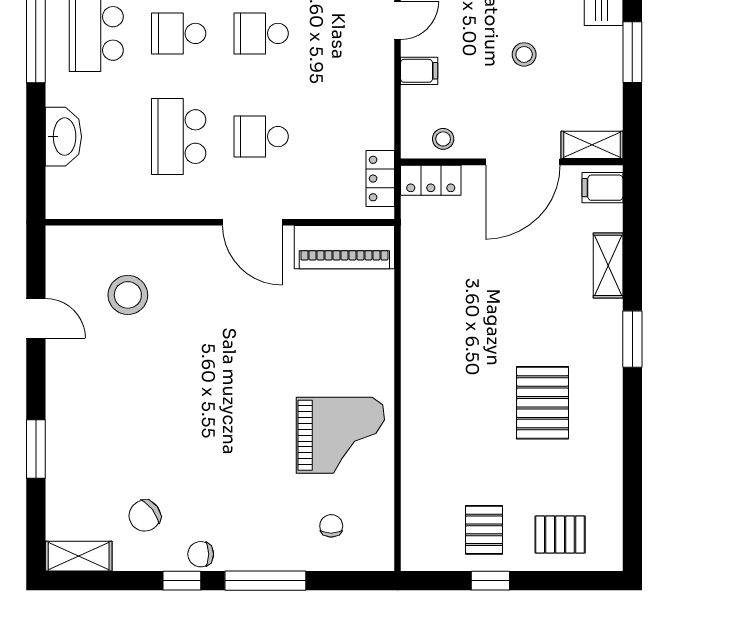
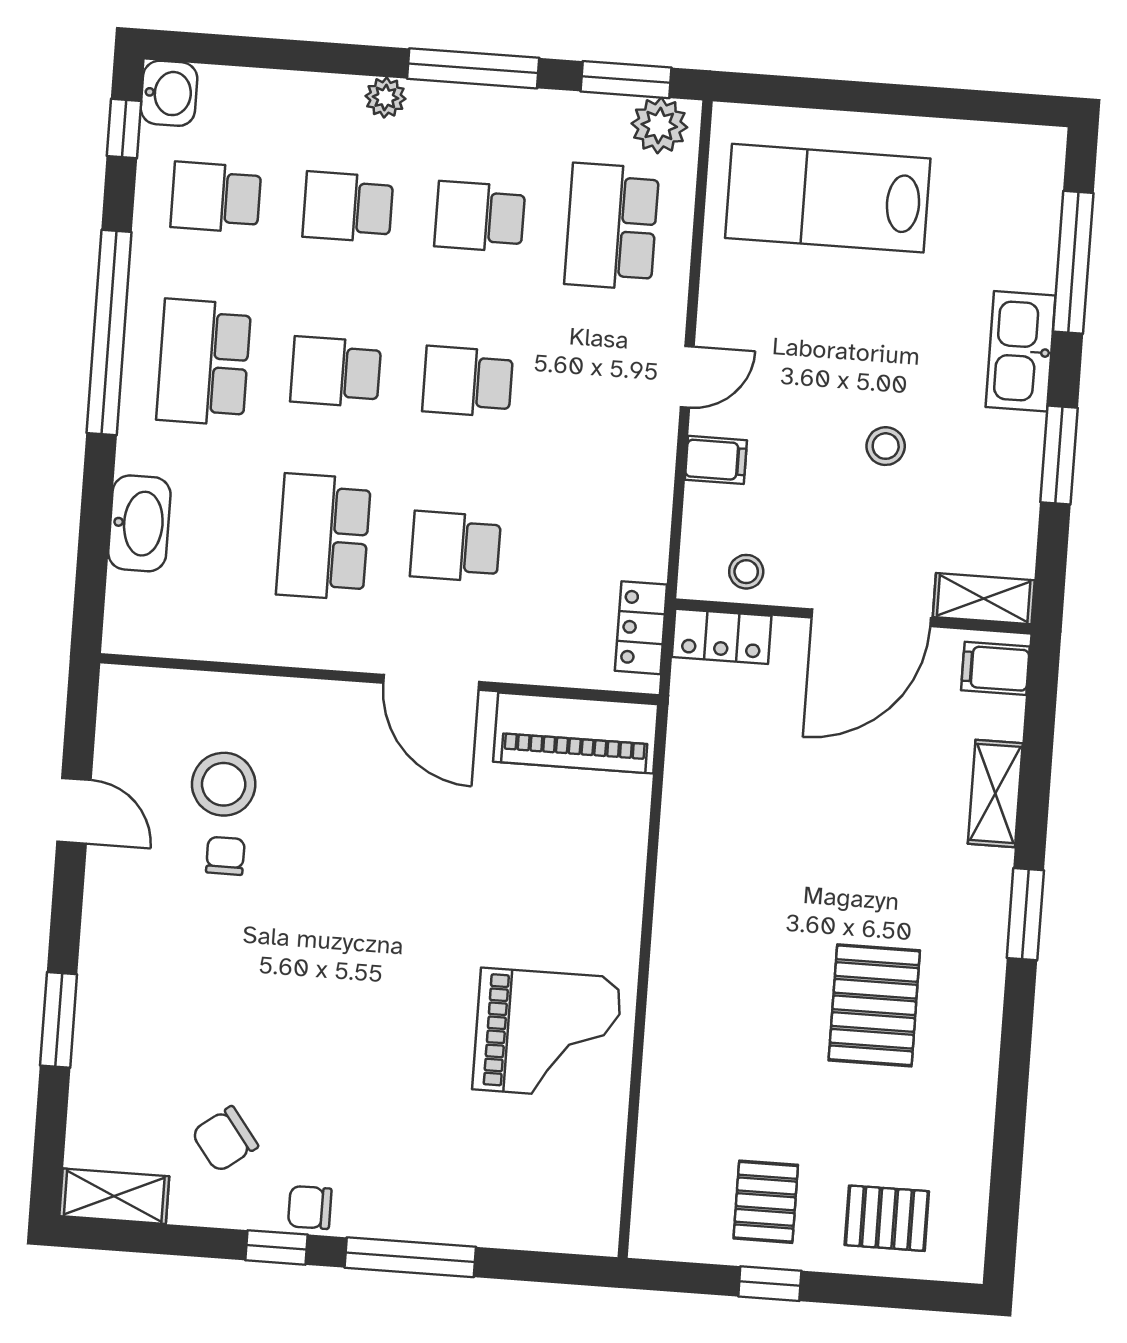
chair: (331, 526) -> (225, 856), moved

